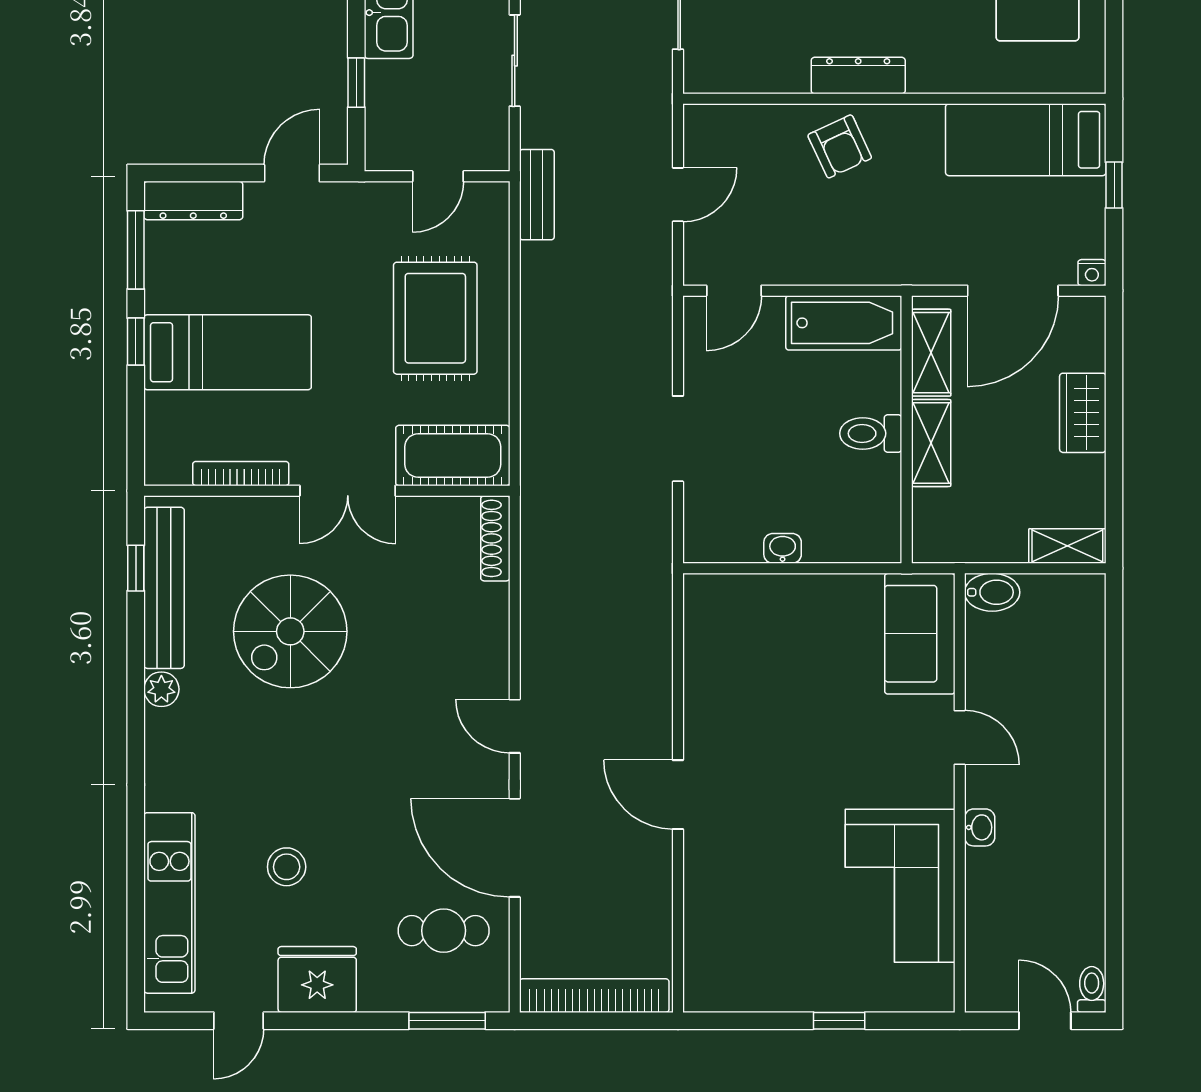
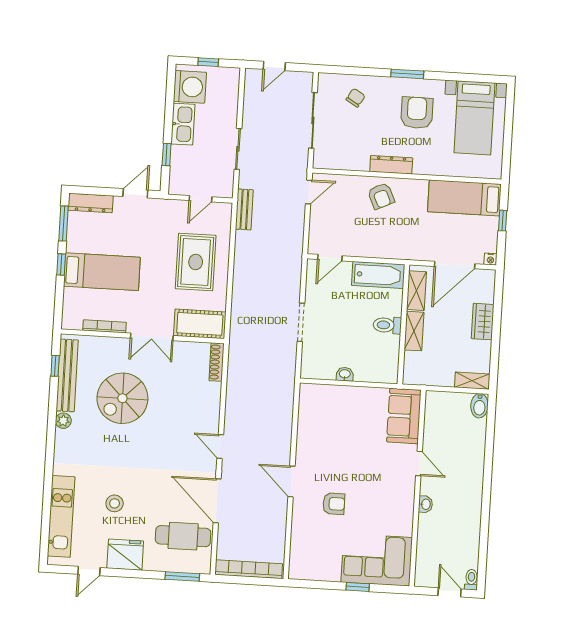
door: (678, 195) -> (309, 192), moved
bidet: (992, 592) -> (479, 406), moved, turned 90
armchair: (775, 838) -> (334, 504), added
corner sofa: (900, 886) -> (377, 560), moved, turned 90
cafe table: (444, 931) -> (183, 536), width x1.37, depth x1.35

